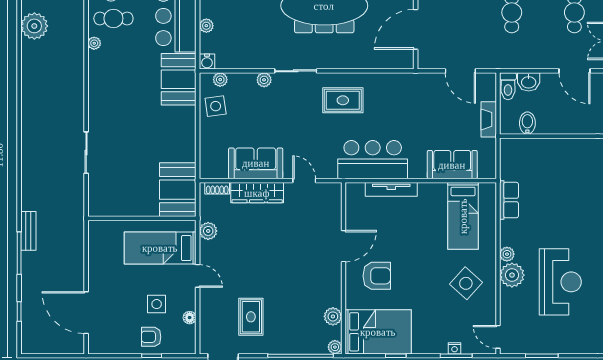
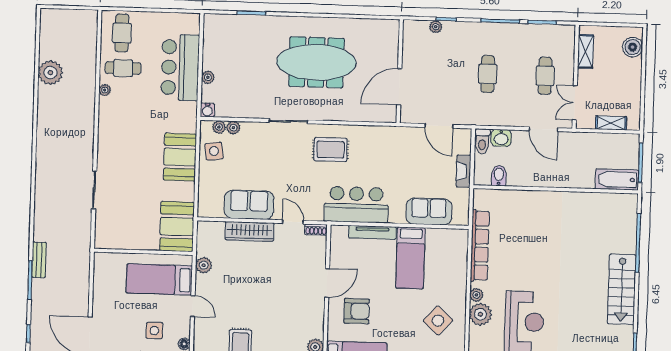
booth: (179, 79) -> (180, 157), moved
plant: (264, 80) -> (233, 128), moved
shoe rack: (217, 188) -> (316, 230), moved
row of seats: (509, 200) -> (480, 246), width x2.02
bed: (463, 216) -> (410, 258), moved

